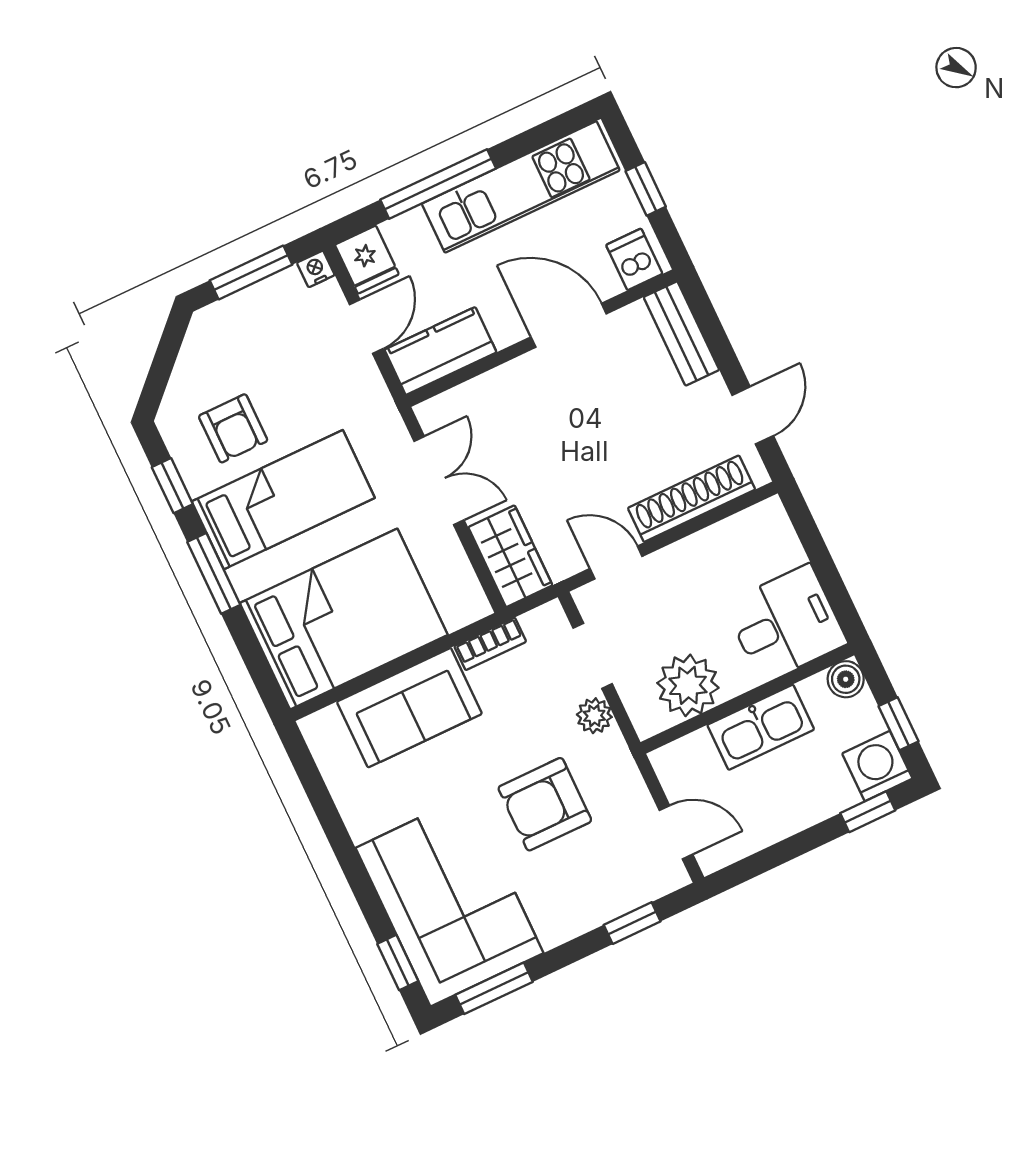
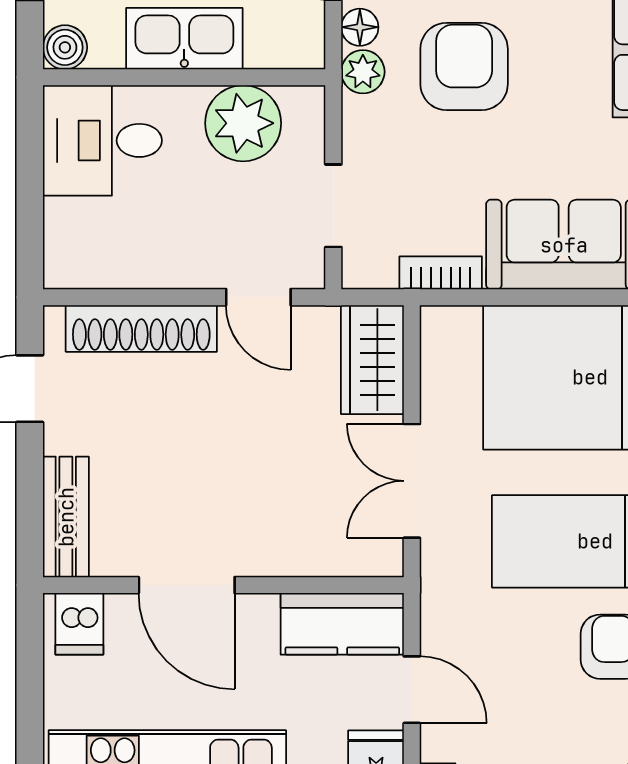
window: (646, 189) -> (30, 696), removed
door: (366, 327) -> (412, 690), swing flipped
plant: (594, 716) -> (363, 72), moved
floor lamp: (635, 797) -> (360, 27), added
armchair: (545, 804) -> (464, 66), turned -90

